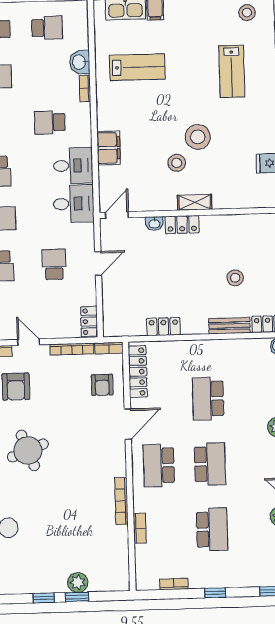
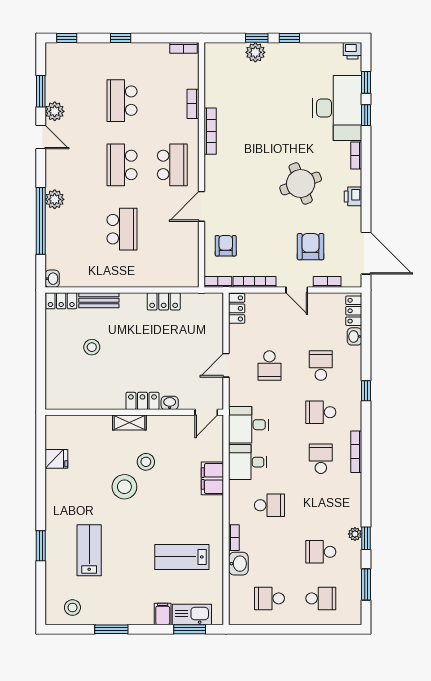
locker: (138, 372) -> (190, 258), removed
bookcase: (174, 584) -> (183, 48), moved

